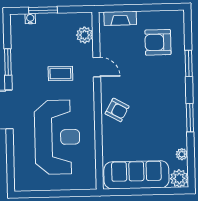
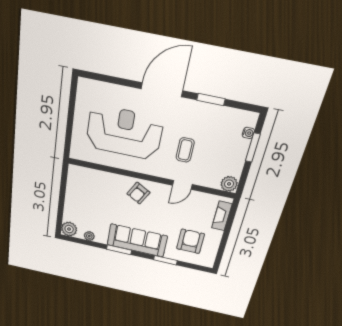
plant: (85, 35) -> (229, 184), moved
reception desk: (57, 137) -> (124, 132), turned 180
sofa: (136, 175) -> (137, 240), moved, turned -90

